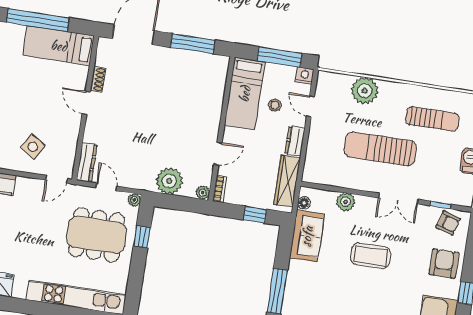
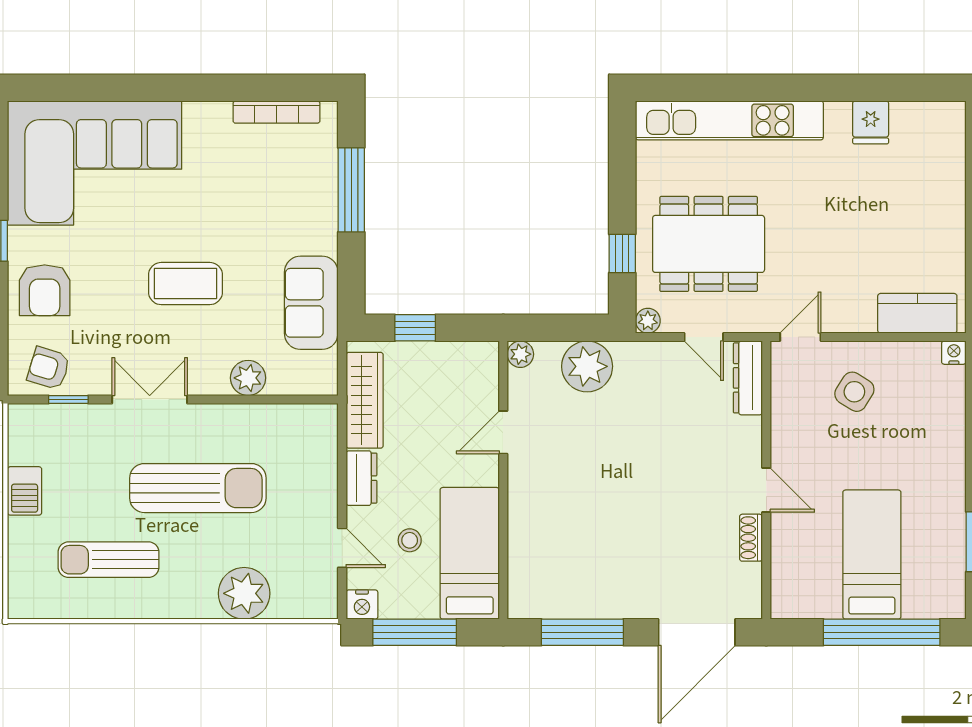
bed: (59, 46) -> (872, 555), moved, turned -90
bookcase: (220, 189) -> (489, 366), removed
floor lamp: (304, 203) -> (326, 364), removed

